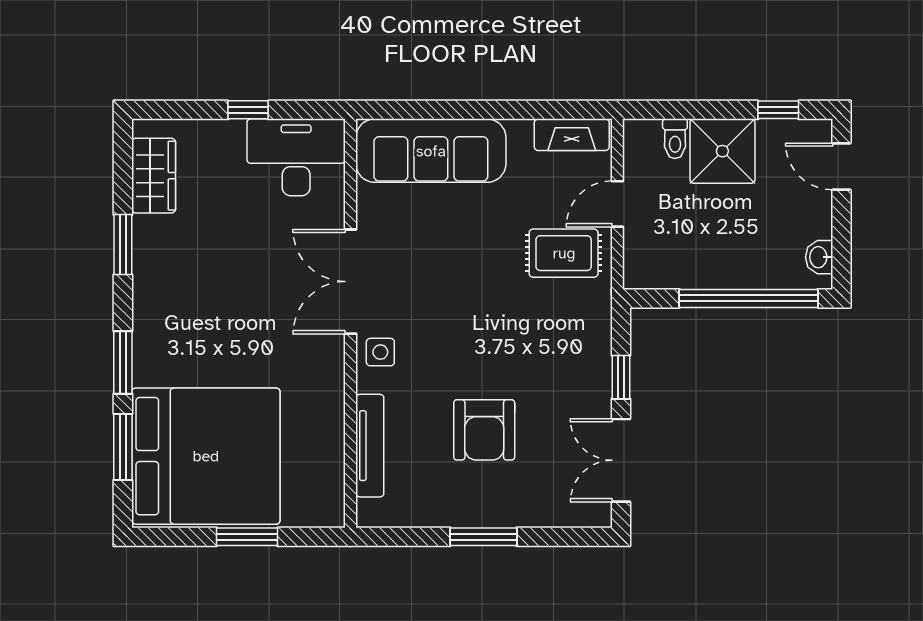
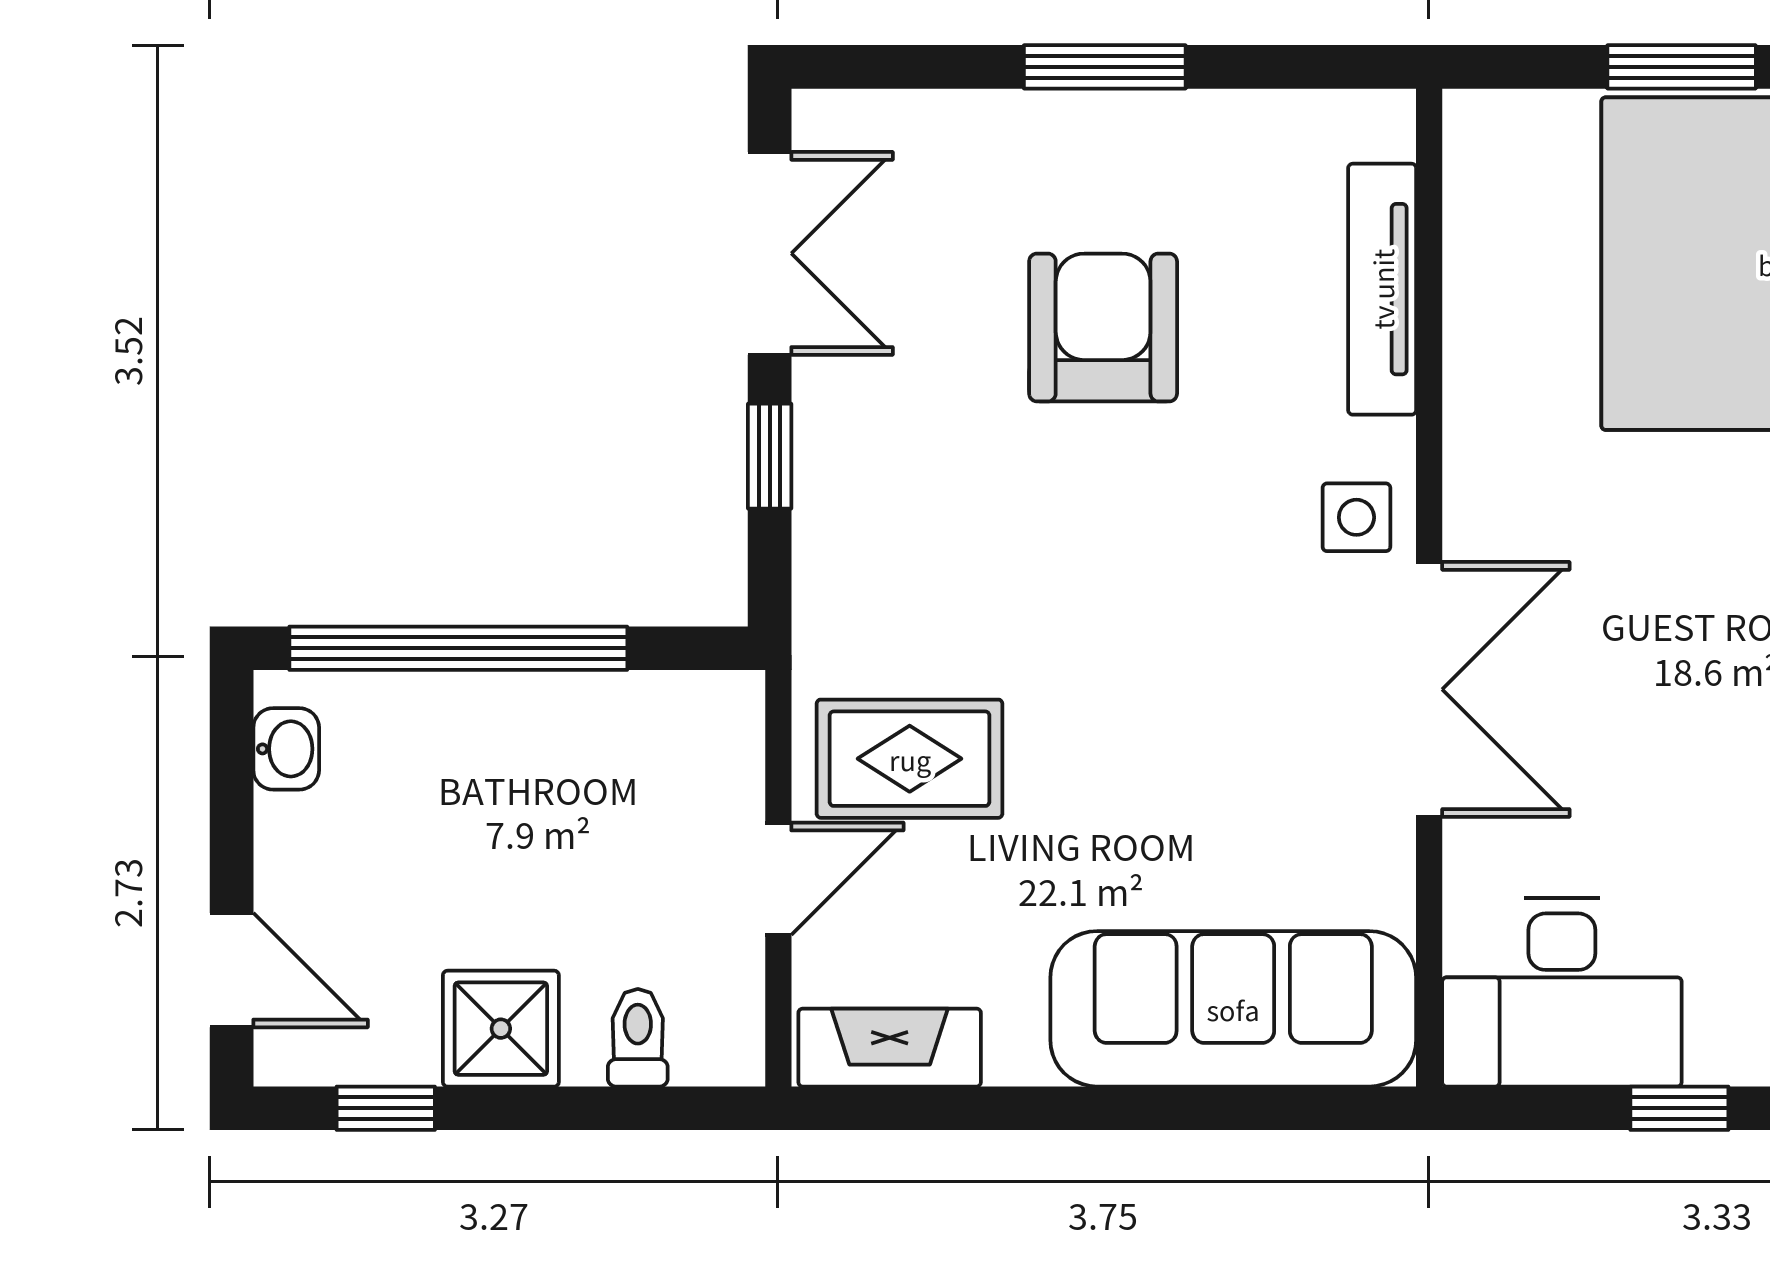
shower: (722, 151) -> (501, 1029), width x0.73, depth x0.73

